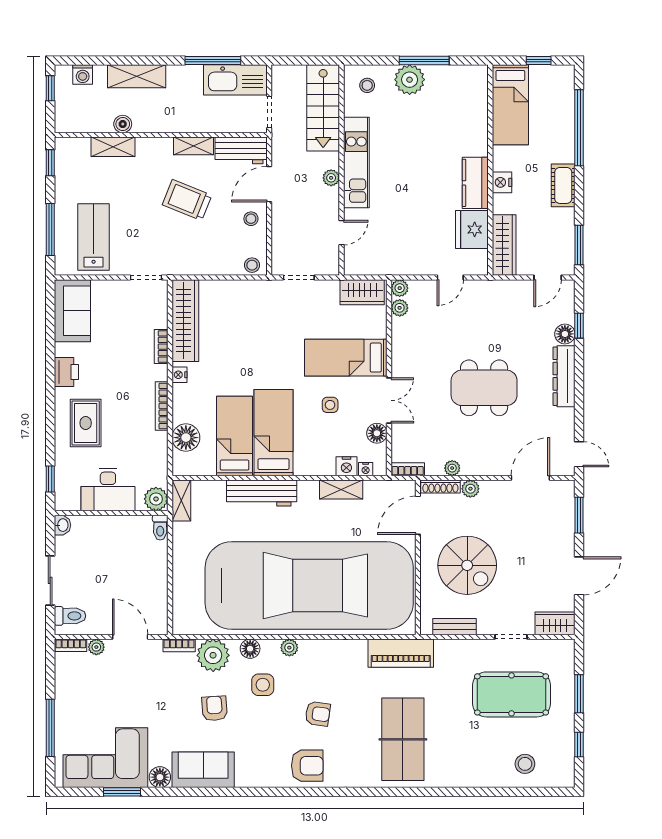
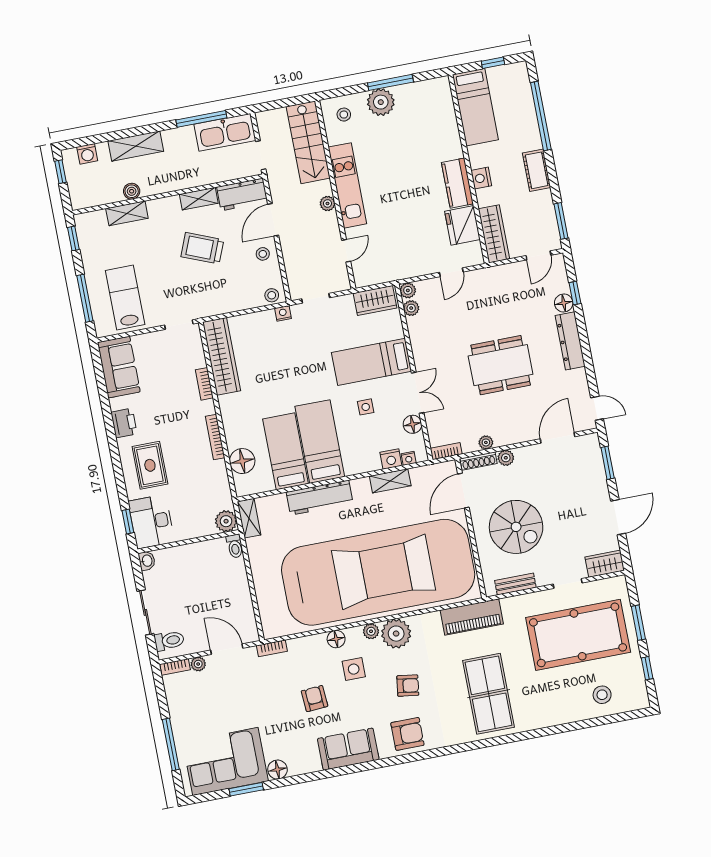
nightstand: (180, 375) -> (283, 313), moved, turned 90
desk: (108, 490) -> (151, 522), moved, turned 90
plant: (213, 655) -> (396, 634), moved
pool table: (512, 694) -> (578, 635), width x1.36, depth x1.32
sofa: (203, 770) -> (348, 749), moved

